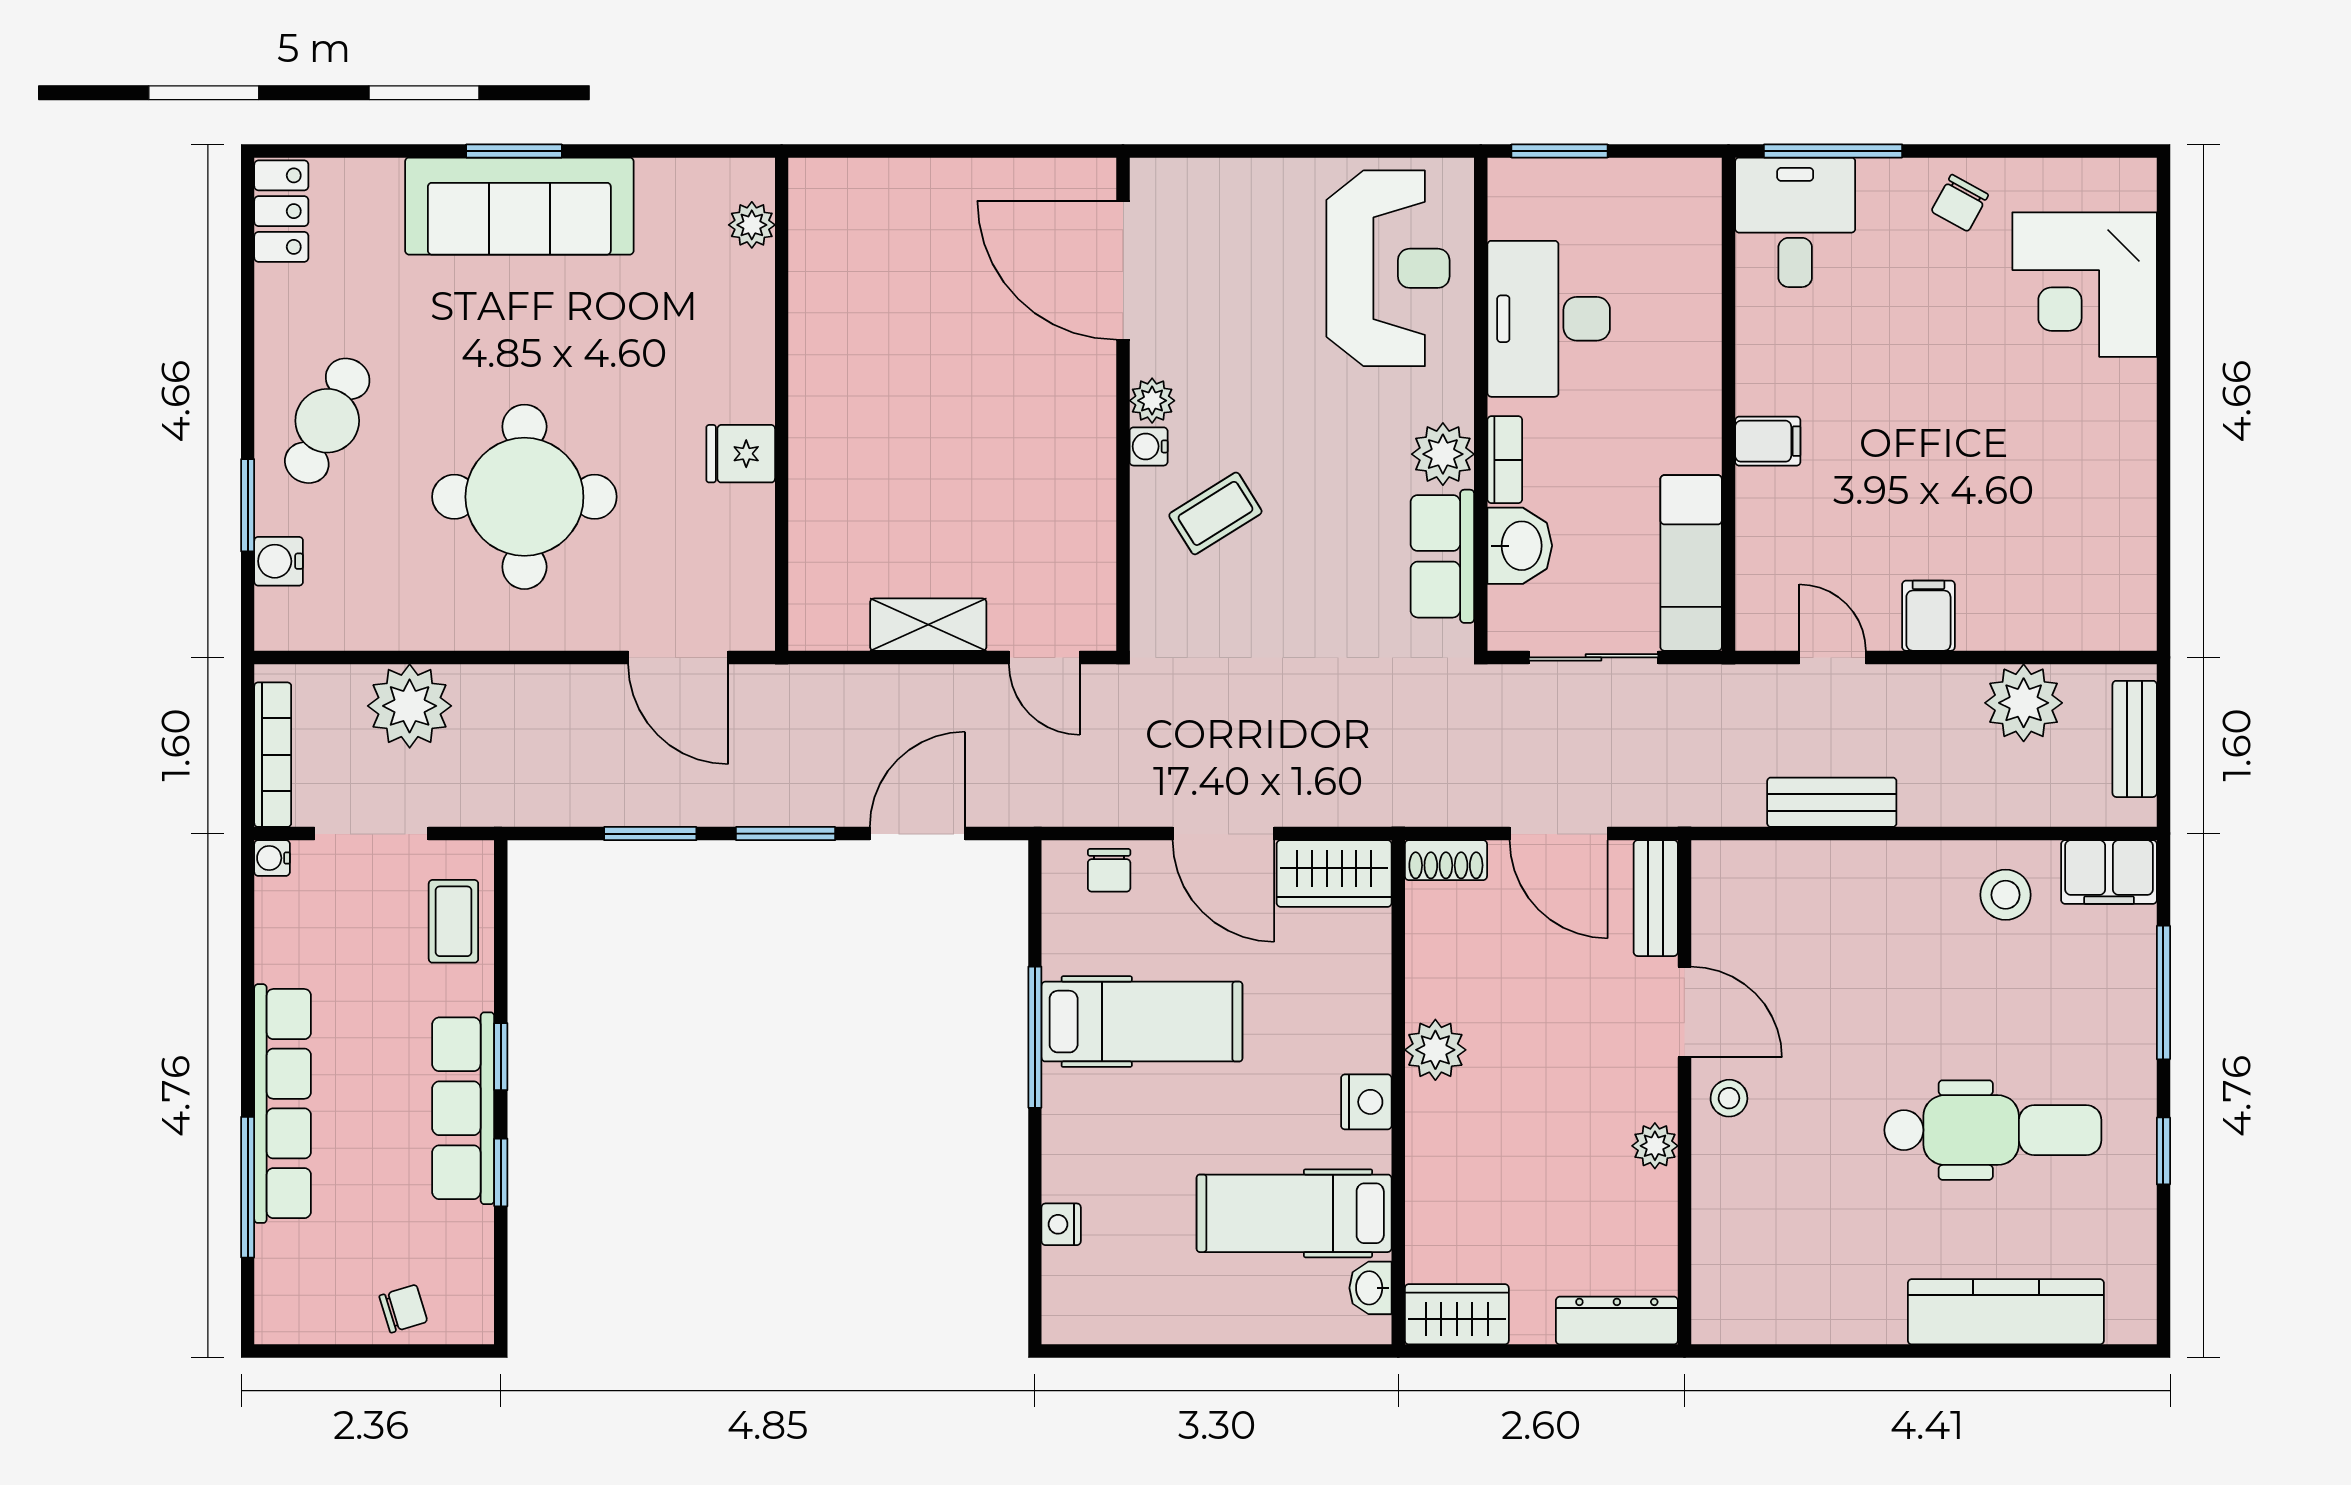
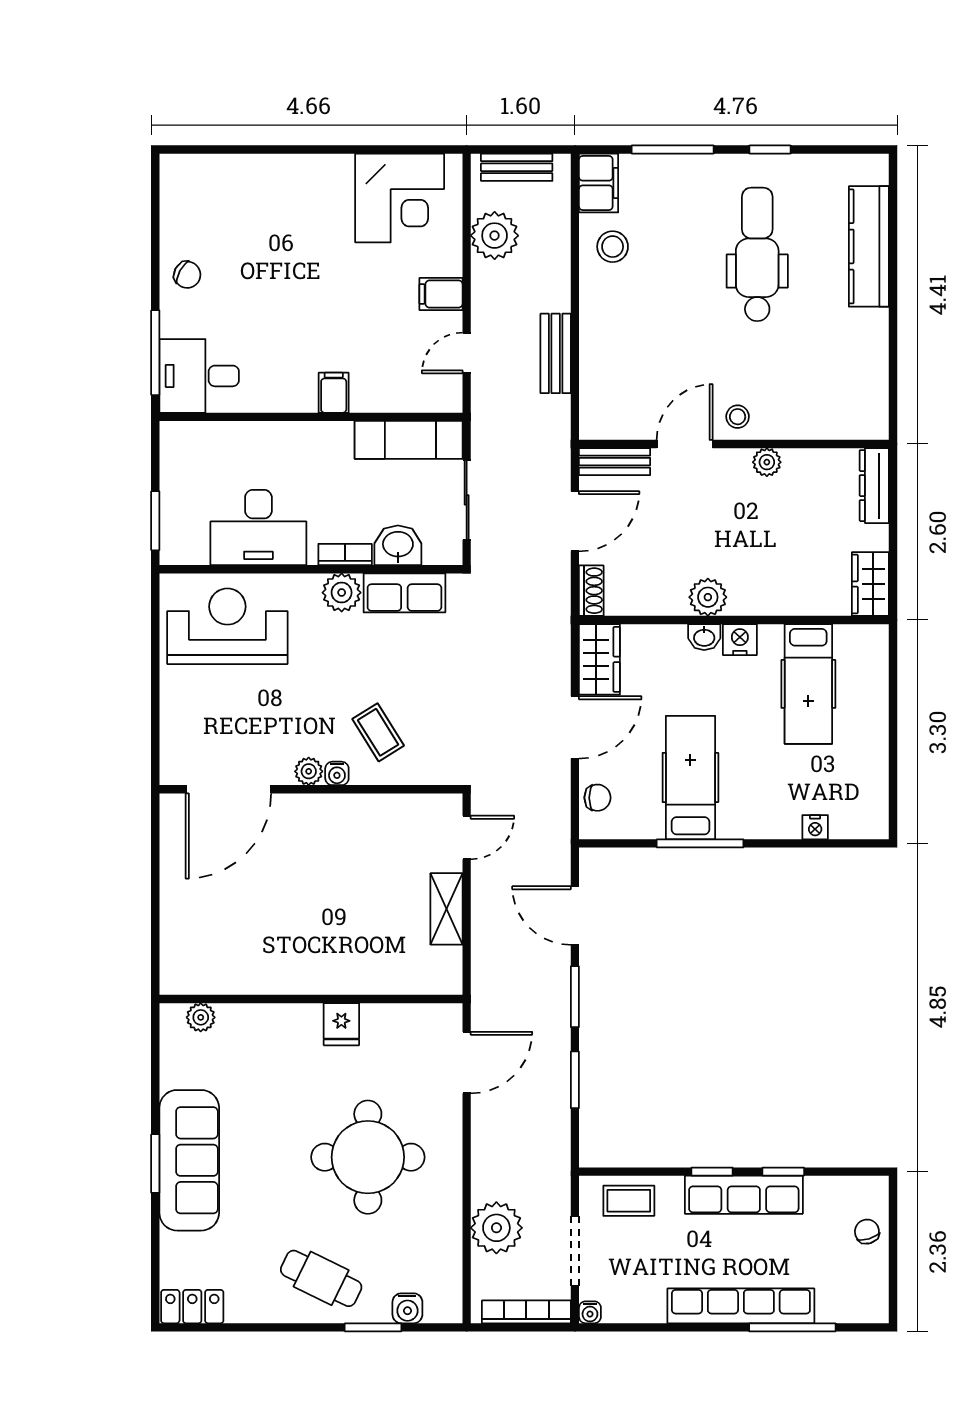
corner desk: (2085, 285) -> (400, 198), moved
washbasin: (1370, 1288) -> (704, 637), moved

